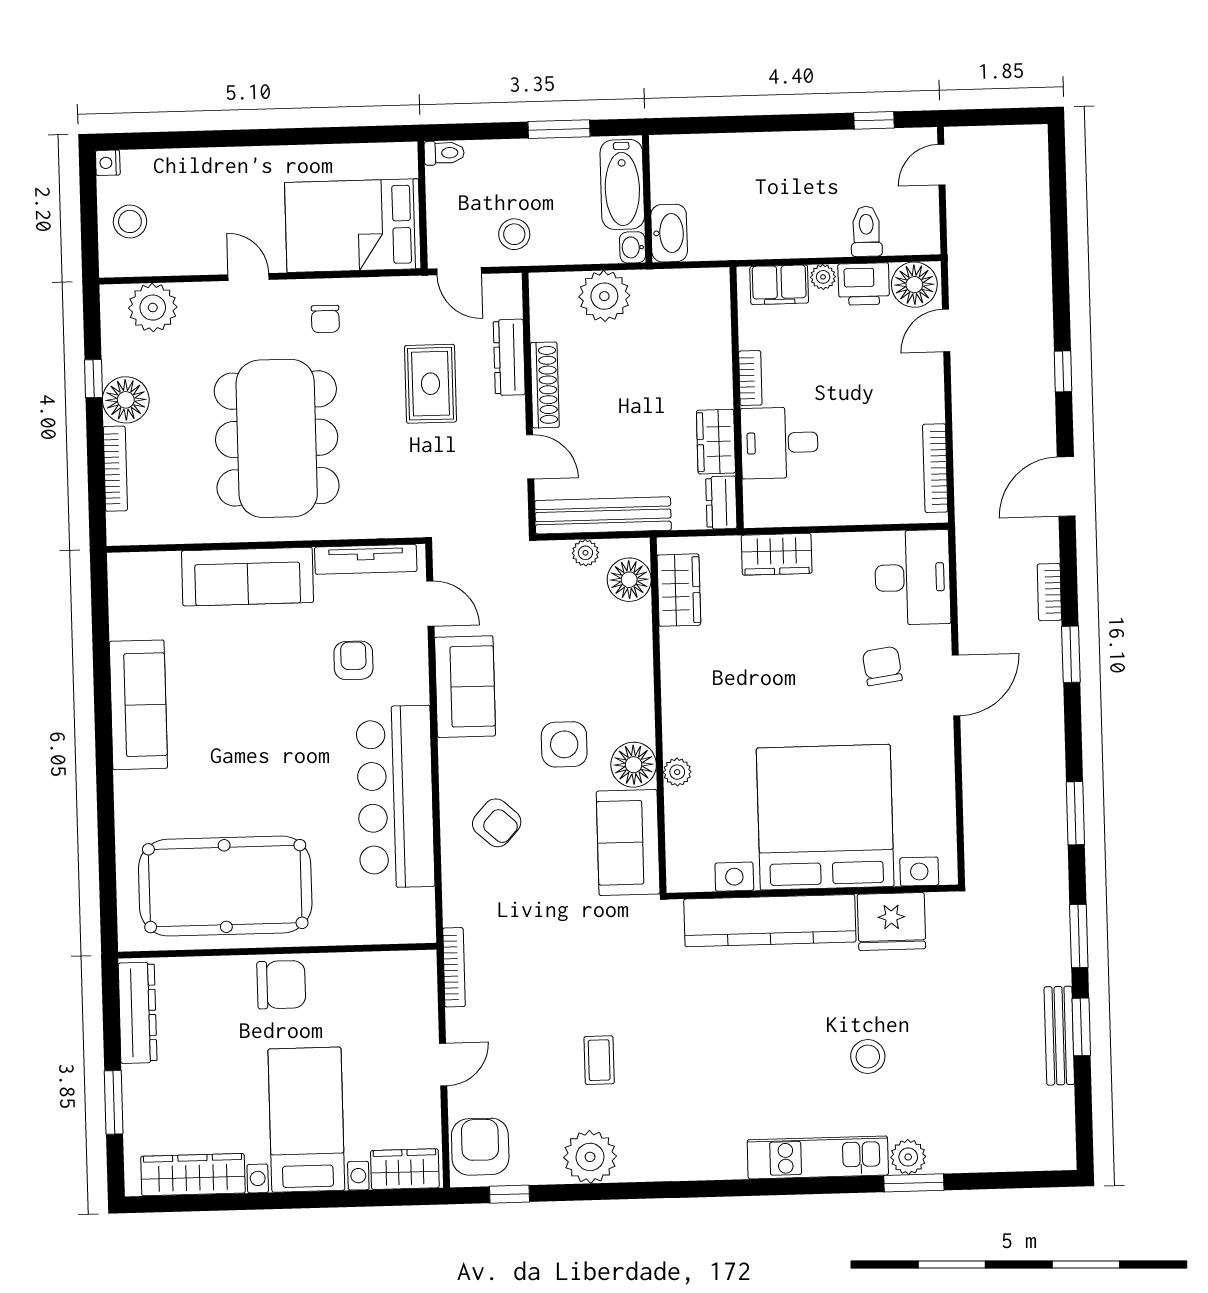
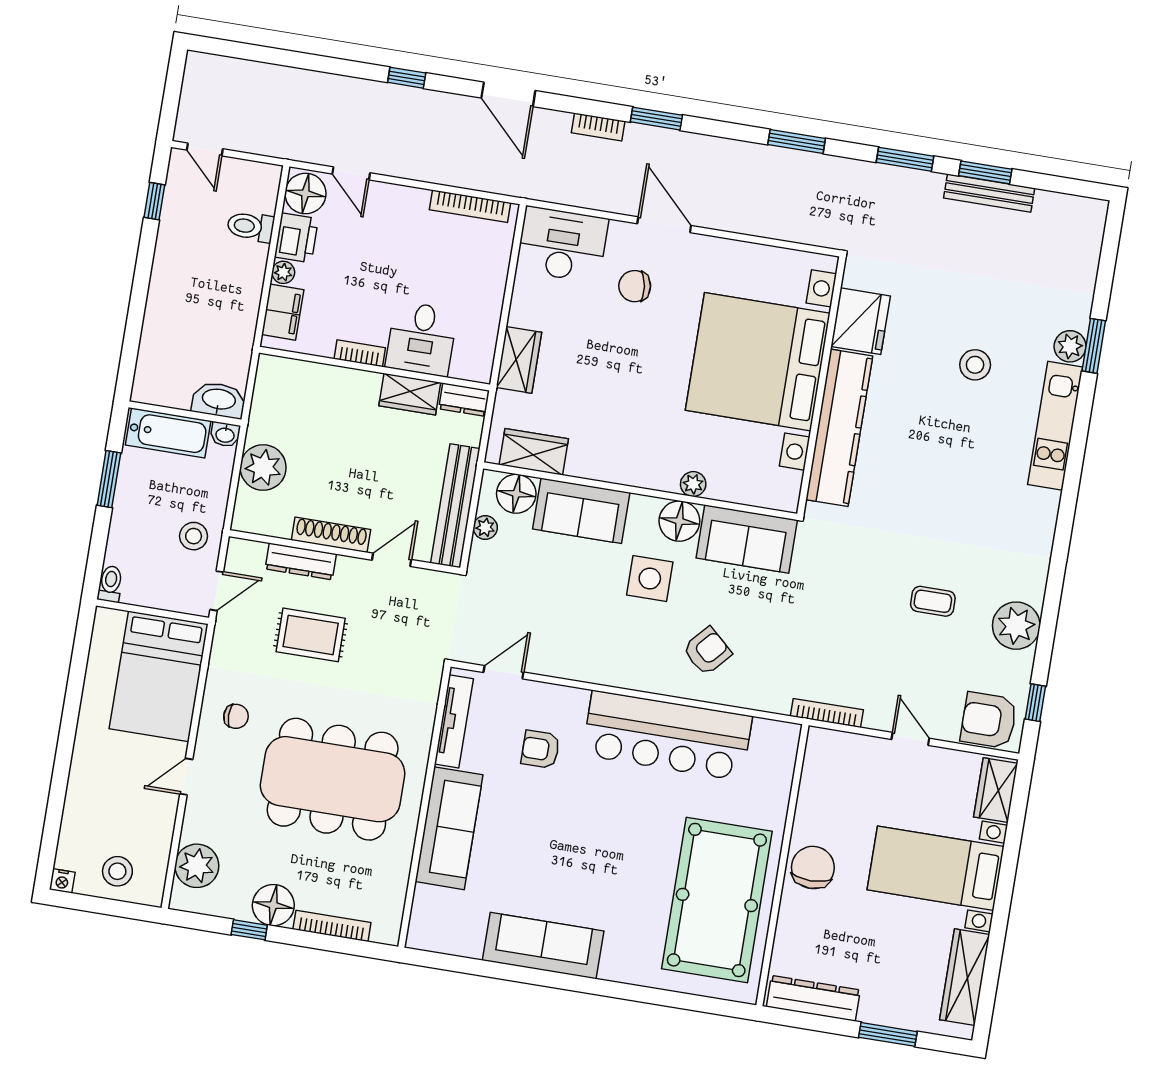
sofa: (465, 687) -> (581, 511), moved, turned 180

